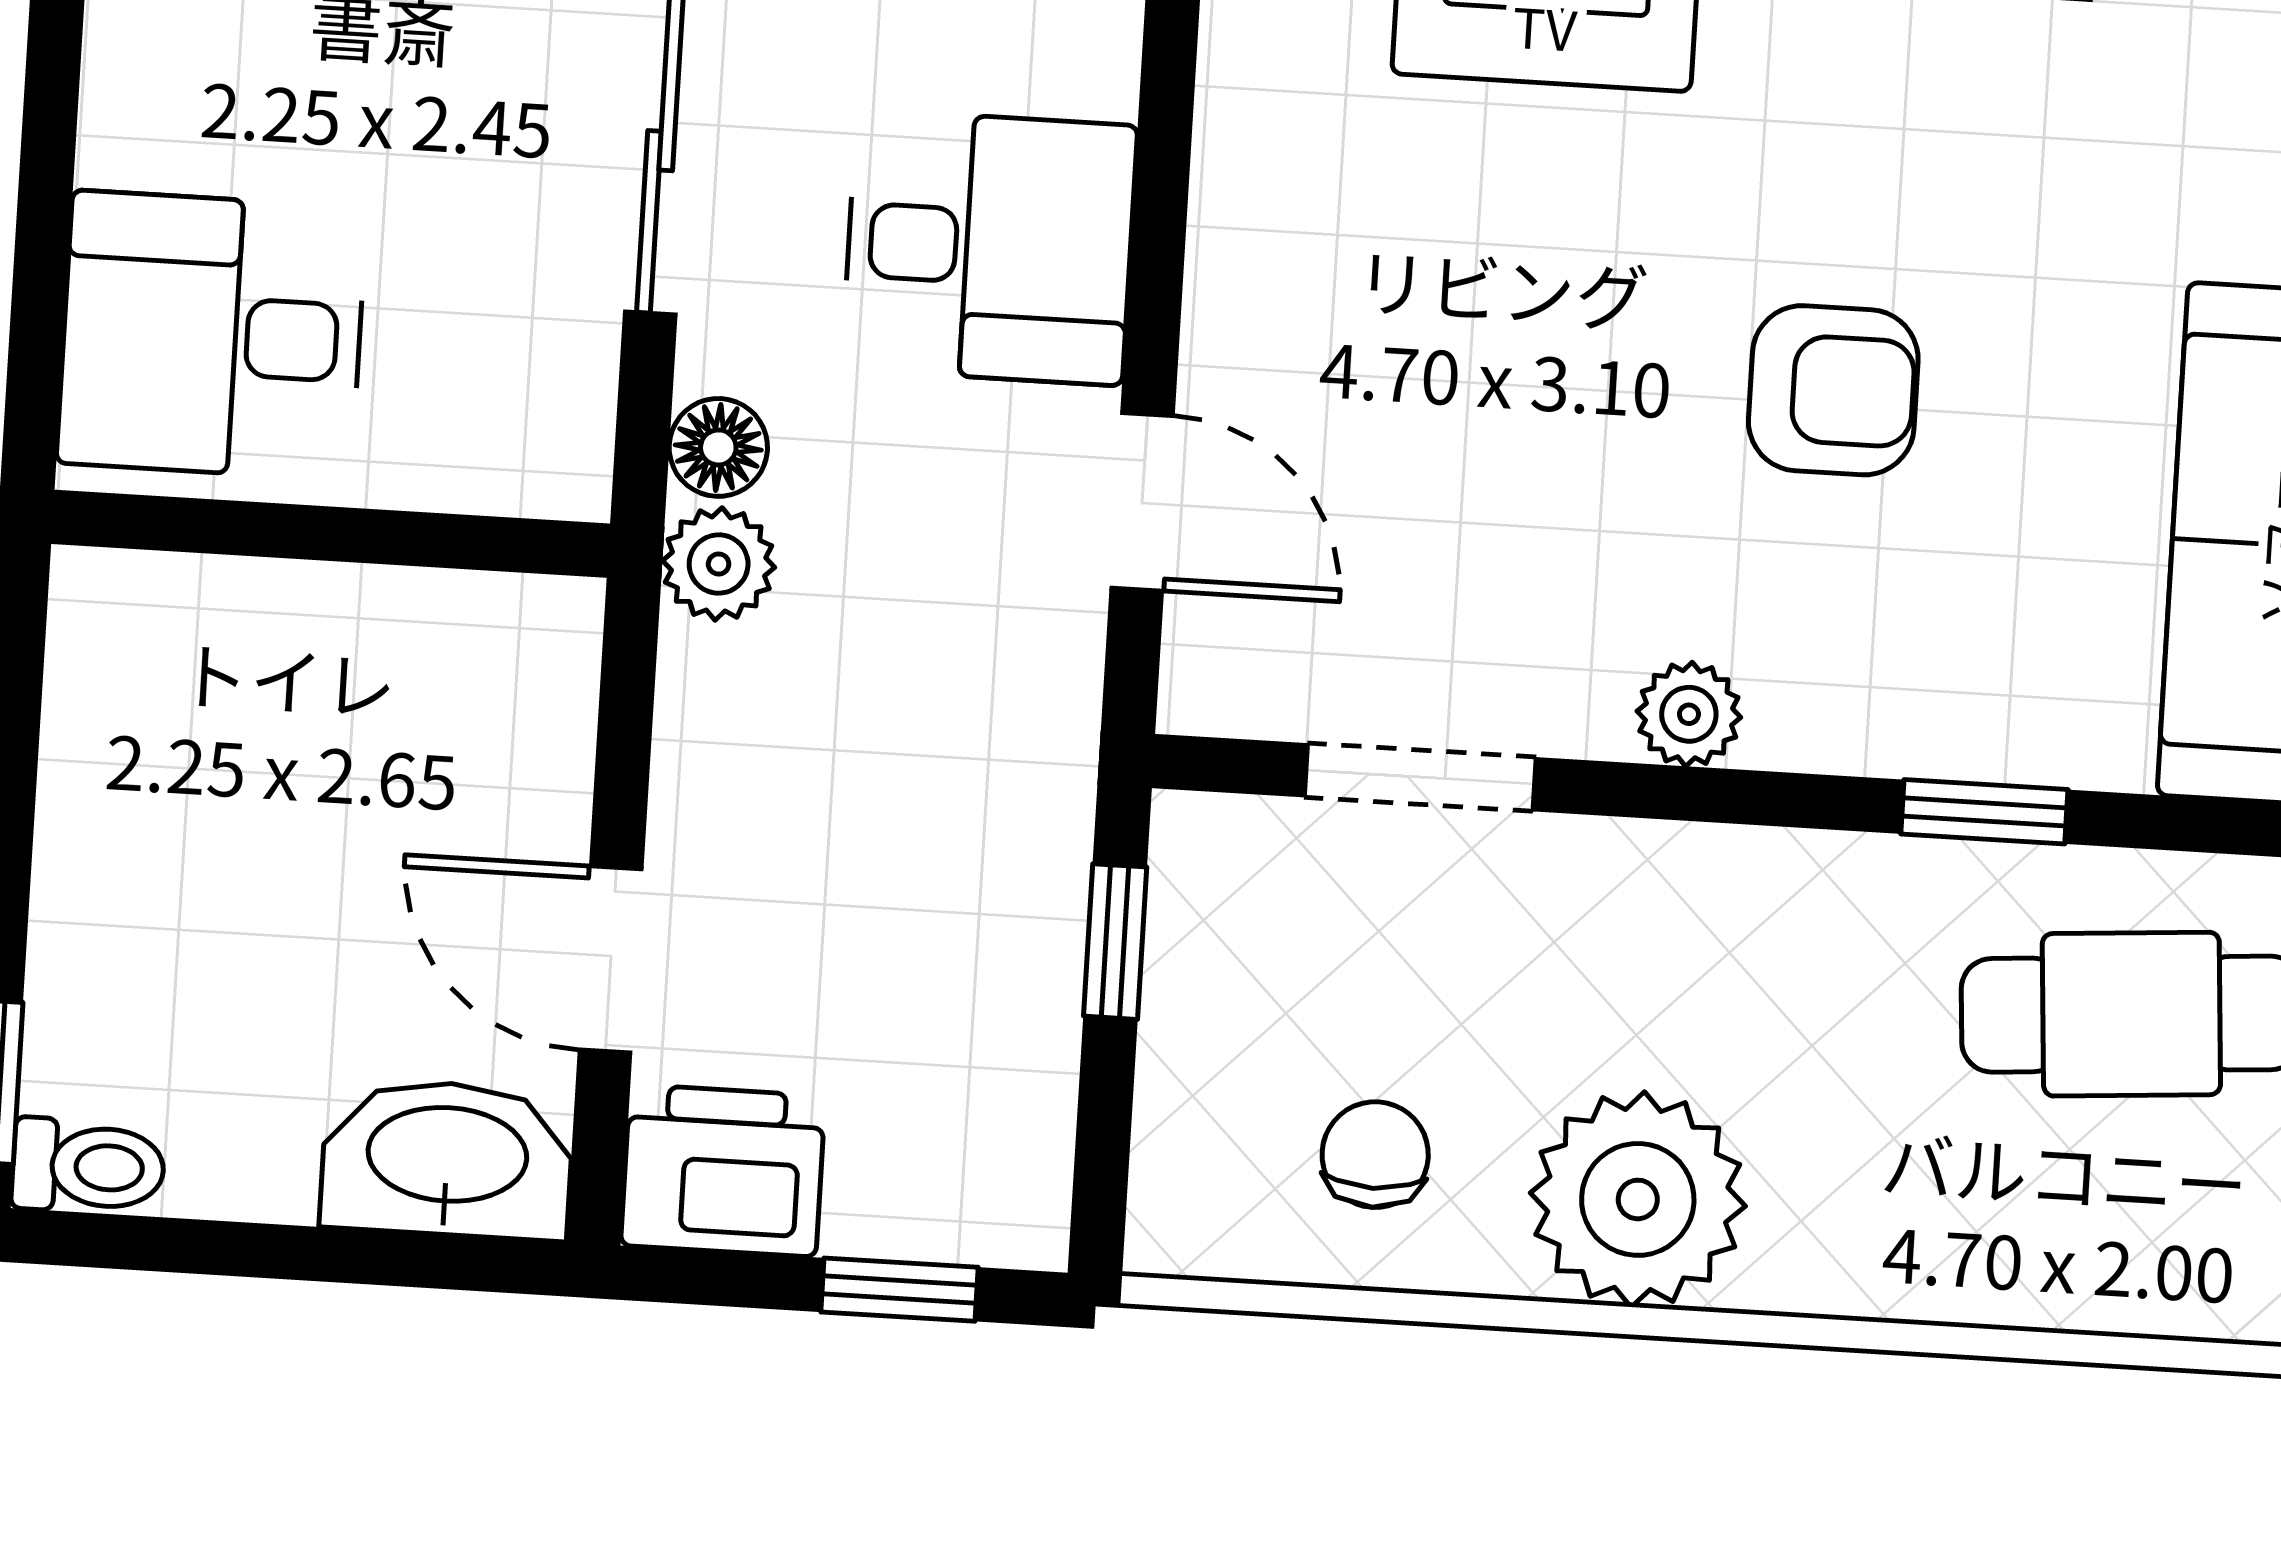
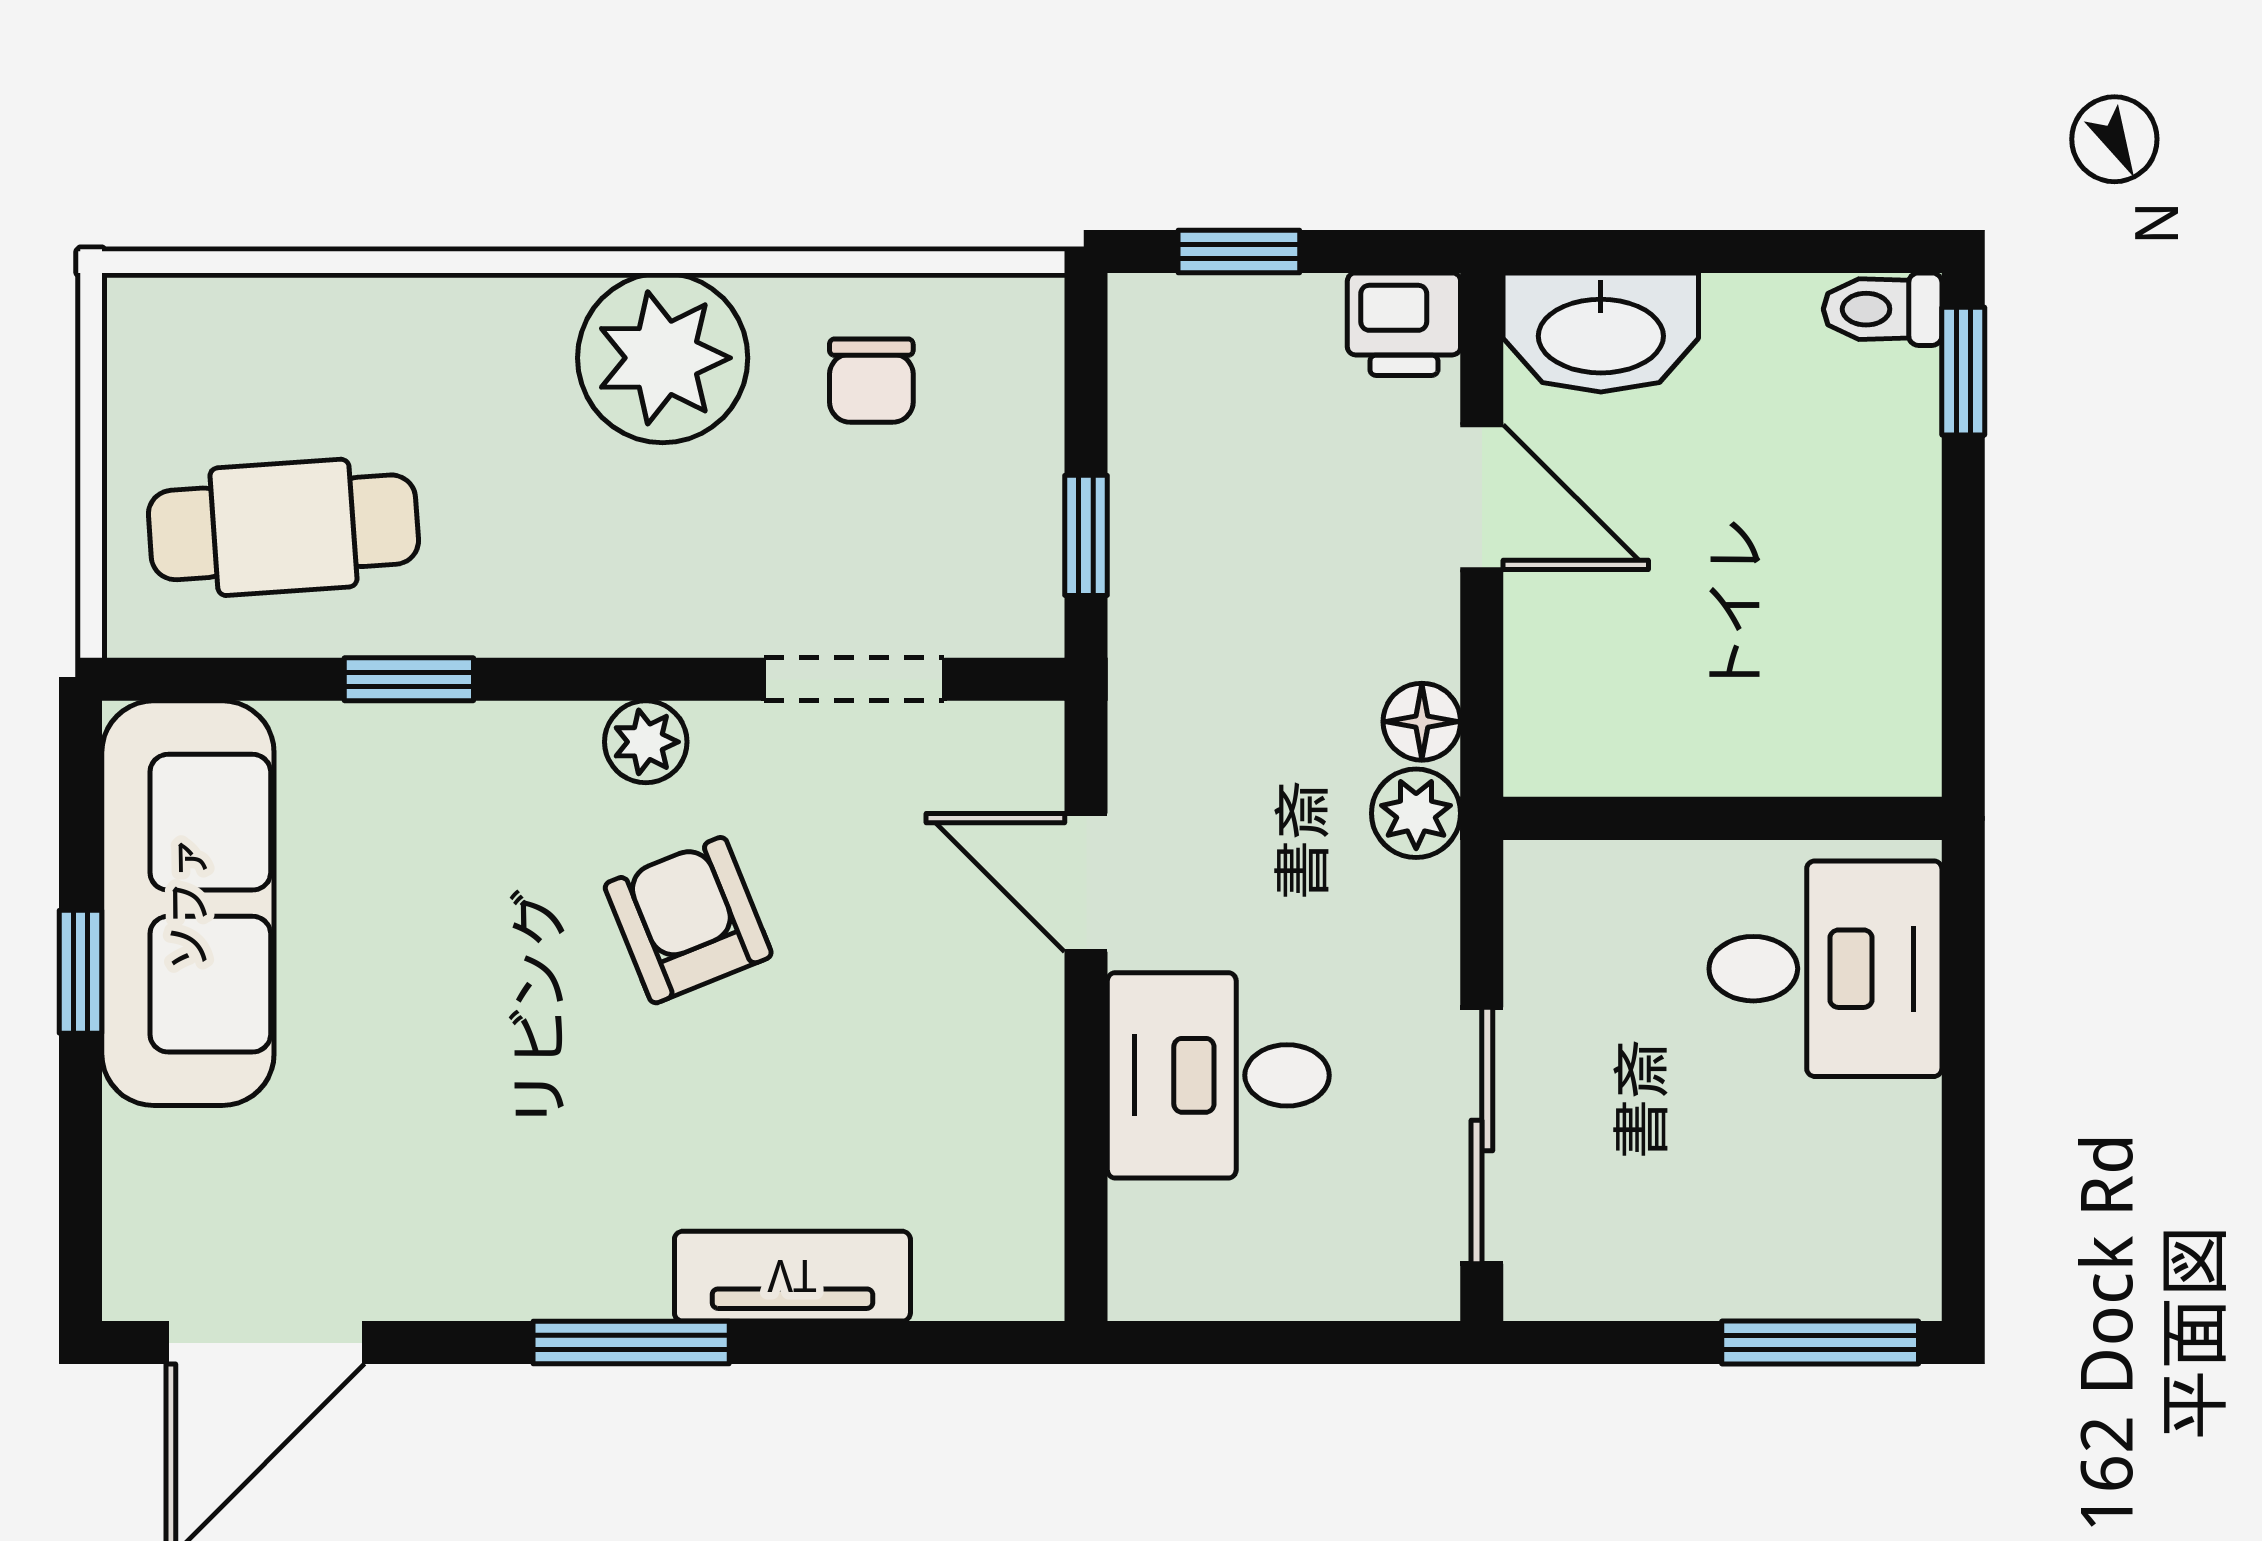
armchair: (1833, 390) -> (688, 920), moved, turned 68
floor lamp: (718, 447) -> (1422, 722), moved
printer: (723, 1171) -> (1404, 324), width x0.73, depth x0.81

